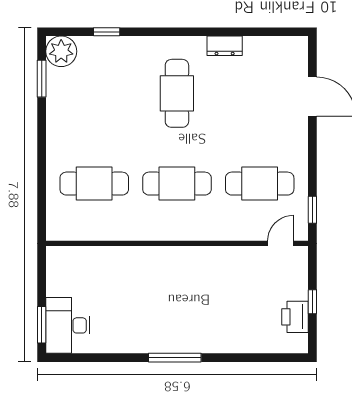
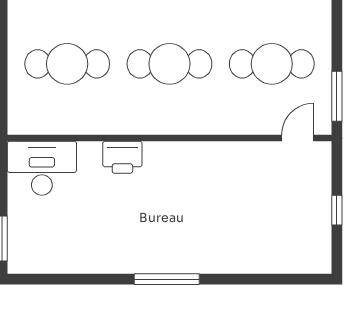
window: (312, 210) -> (337, 96), width x1.50
printer: (295, 317) -> (122, 157), moved, turned -90
desk: (68, 325) -> (42, 168), moved, turned 90

